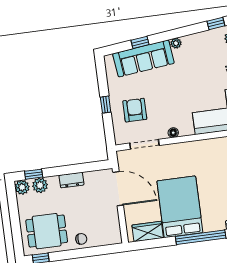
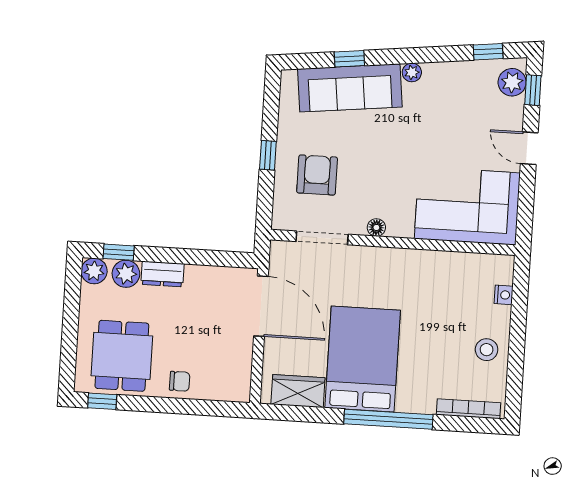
dresser: (71, 180) -> (163, 274), moved
dining table: (47, 231) -> (122, 356), turned 90

